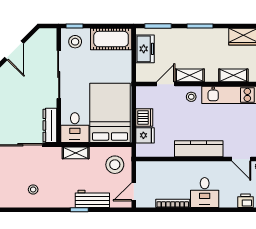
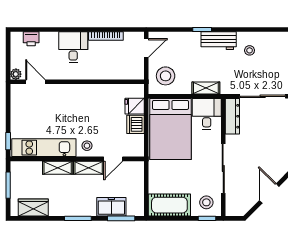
freezer: (145, 49) -> (111, 207), moved, turned 90
shelving: (233, 75) -> (58, 168), moved
kitchen counter: (199, 149) -> (79, 92), removed
workbench: (92, 199) -> (219, 41), moved

